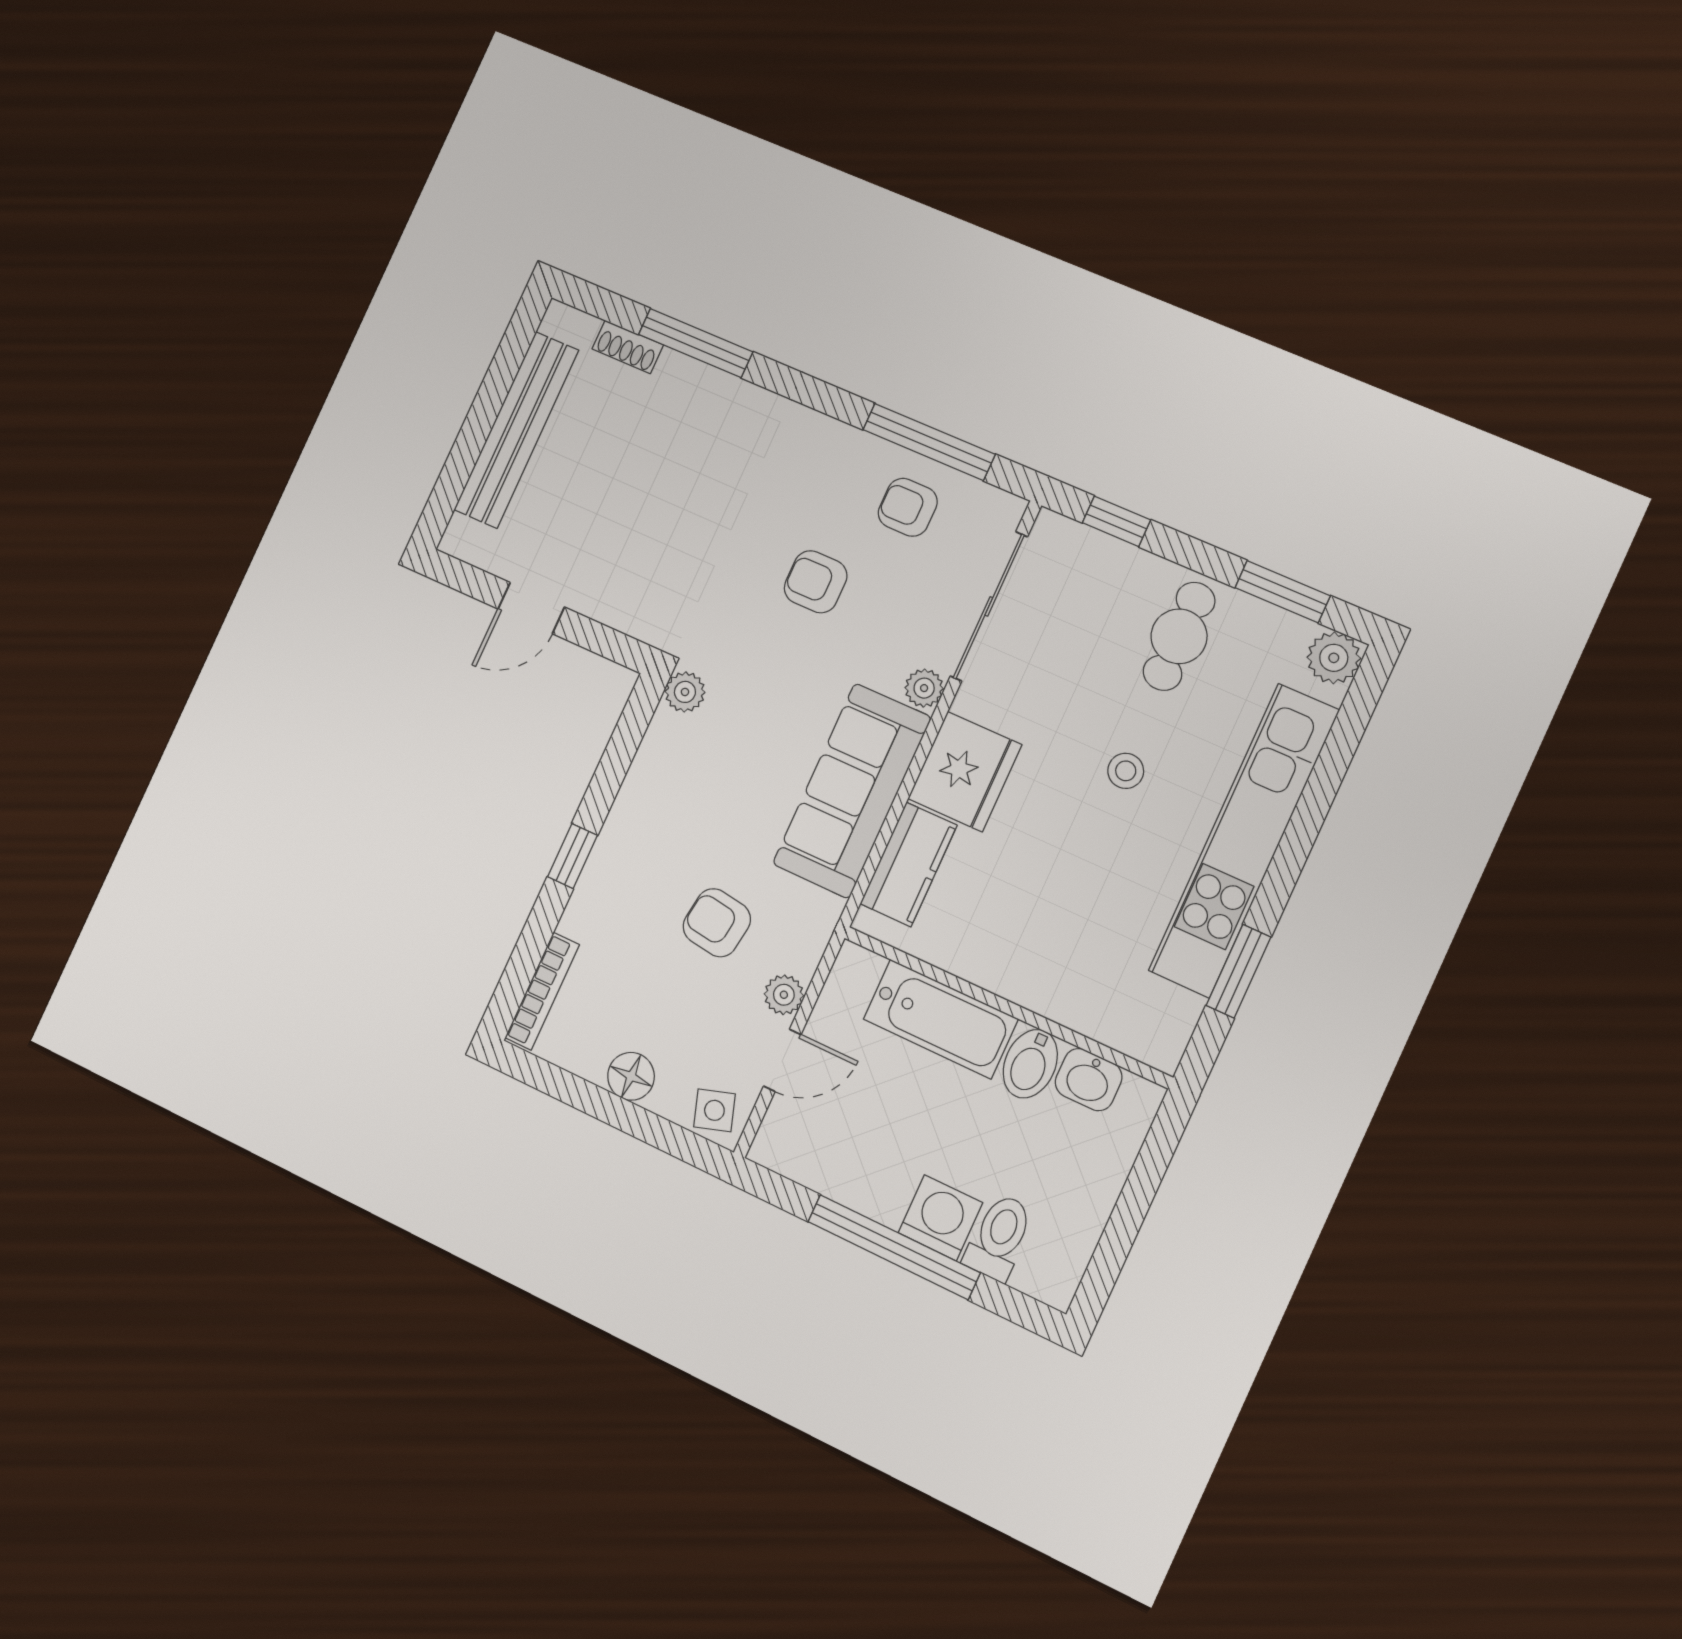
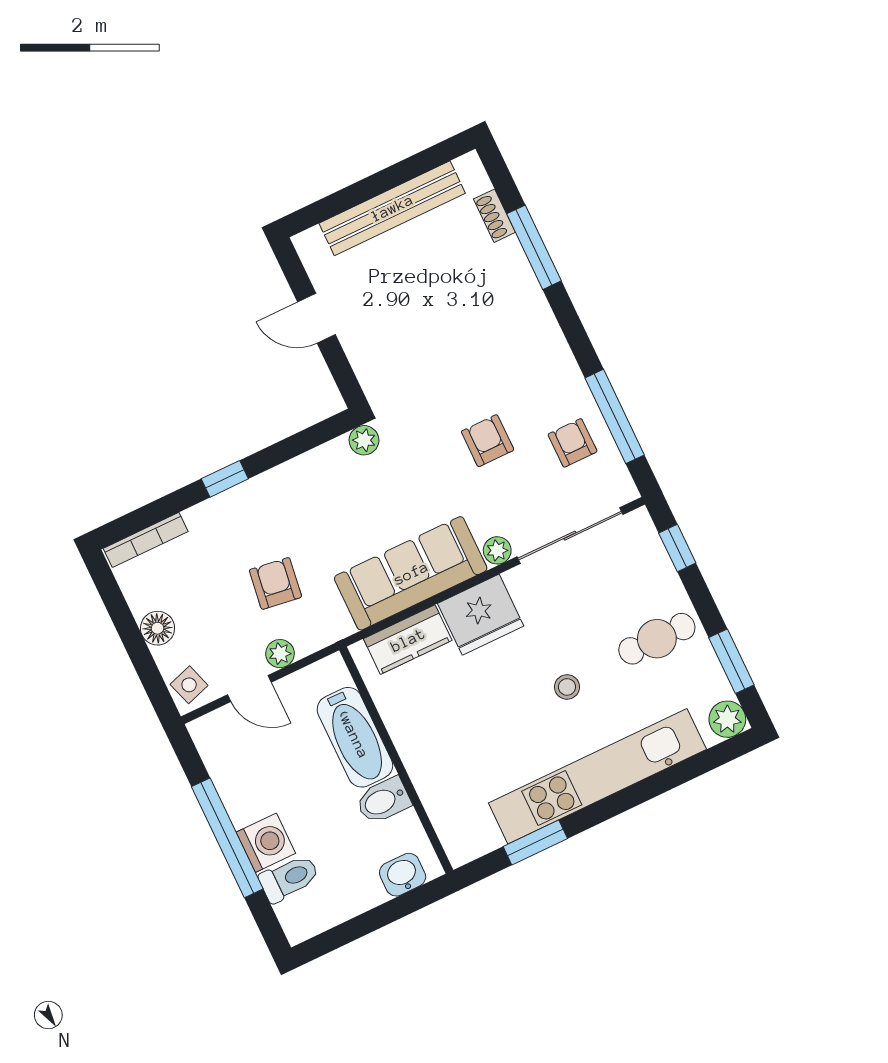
washbasin: (1089, 1080) -> (403, 875), moved, turned 90

